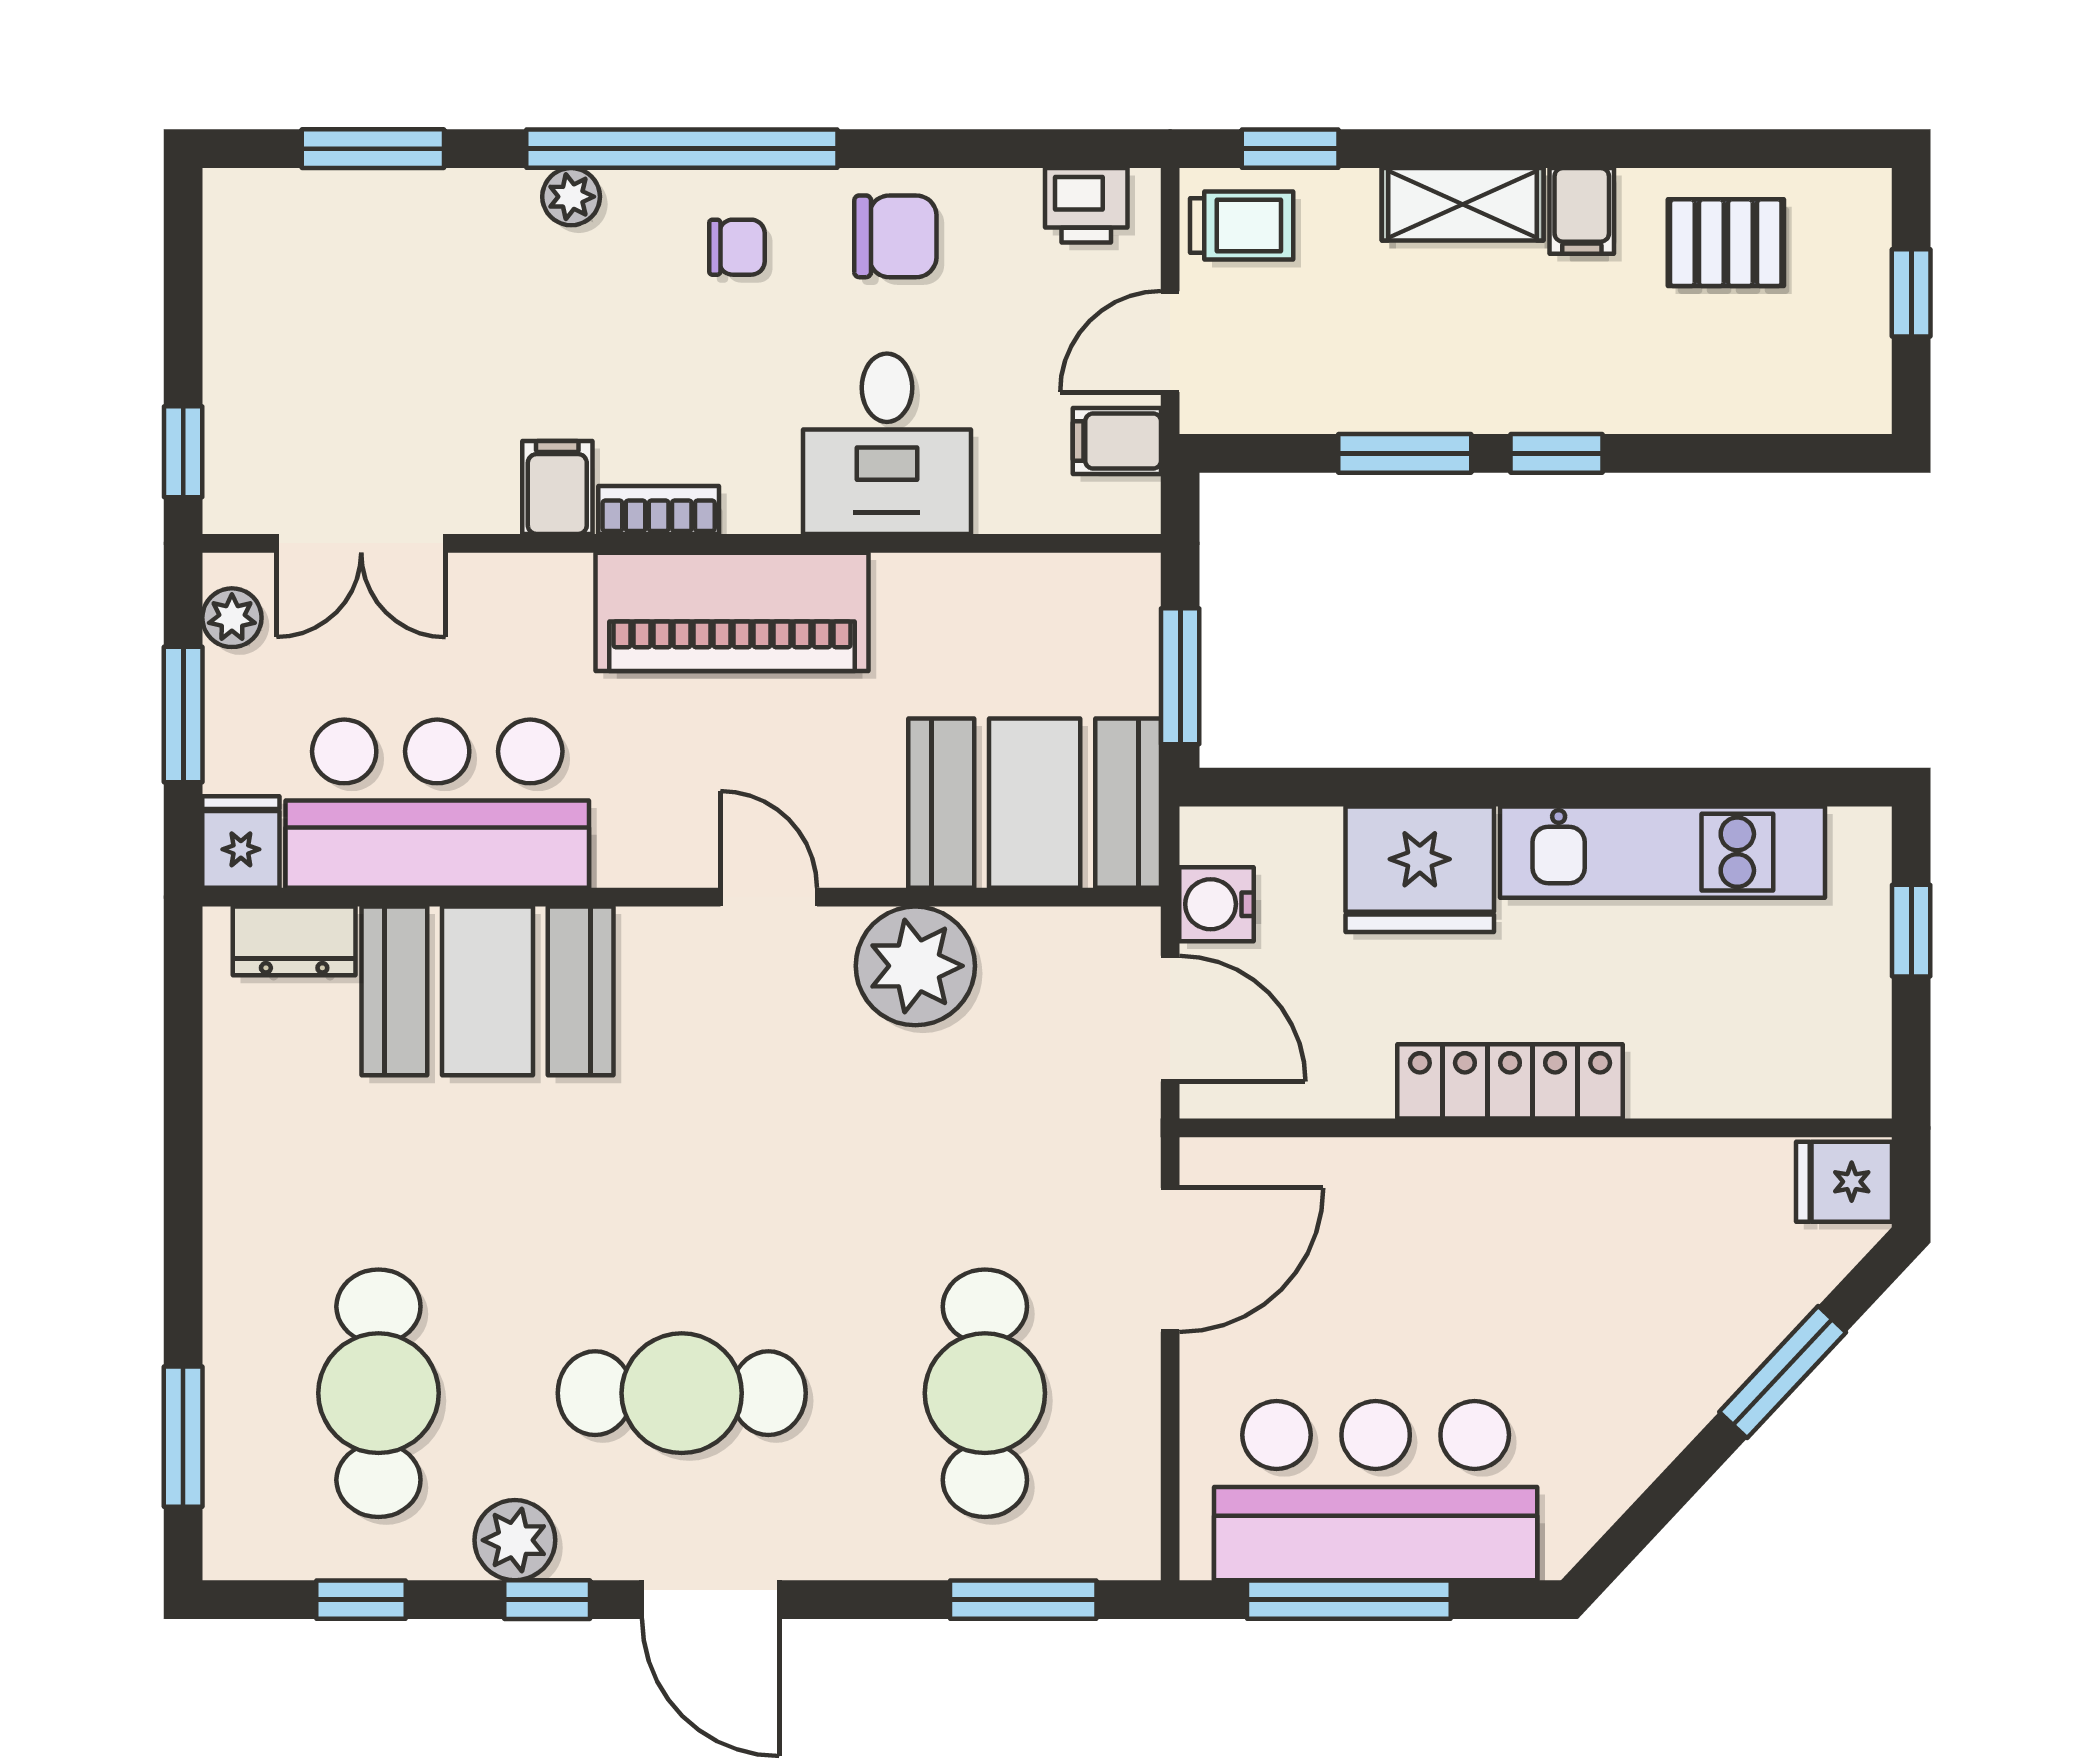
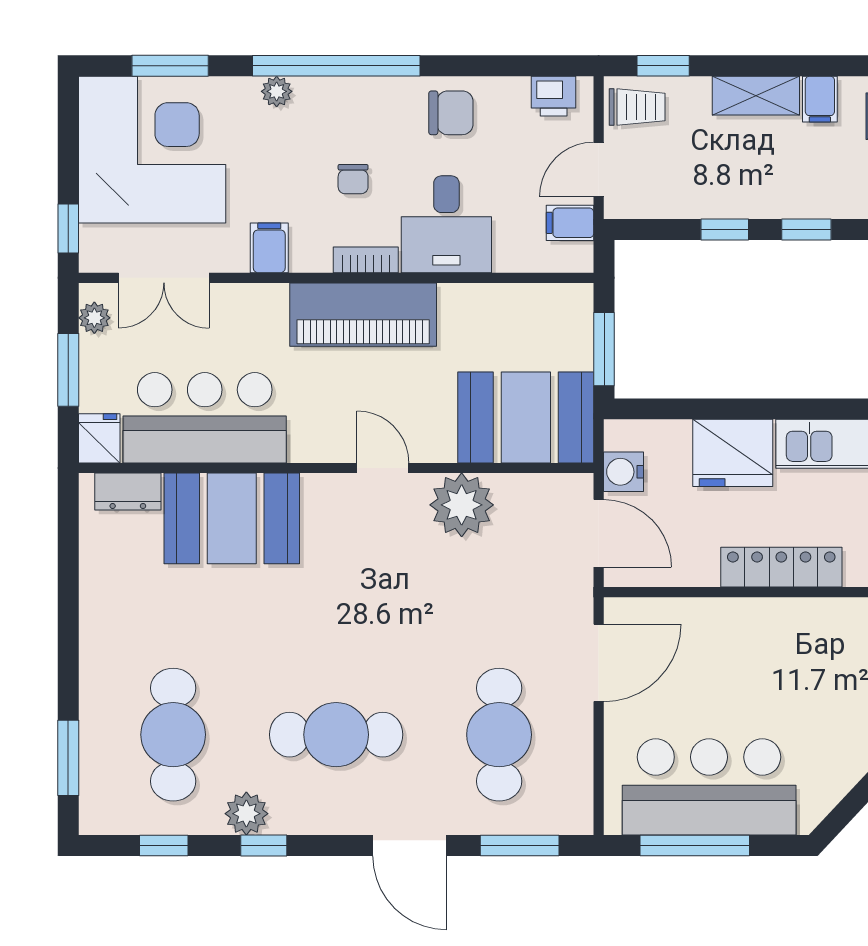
chair: (737, 247) -> (353, 179), moved, turned 90
corner desk: (339, 305) -> (152, 150), added
window: (1405, 453) -> (725, 229), width x0.67
bookcase: (659, 510) -> (366, 260), moved
door: (711, 1600) -> (410, 846), moved

